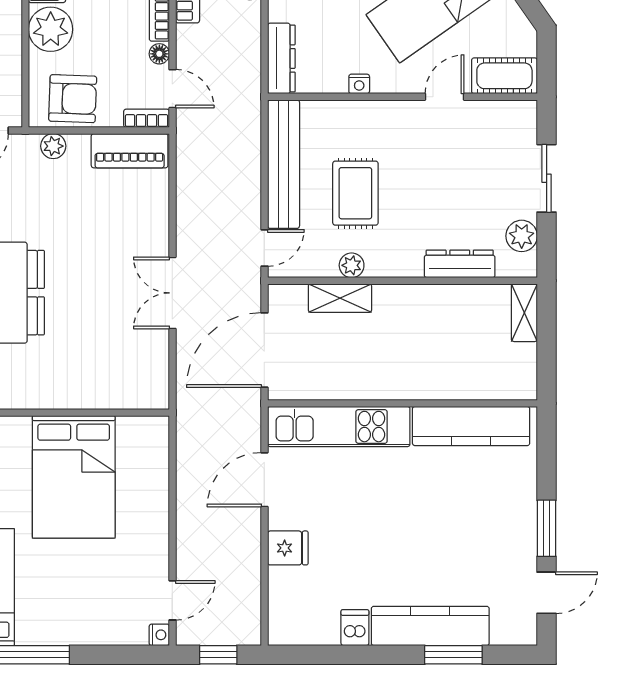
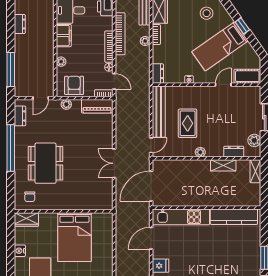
plant: (51, 29) -> (61, 62), width x0.53, depth x0.53
dresser: (281, 58) -> (158, 74), width x0.70
armchair: (73, 99) -> (74, 85), turned -92
dresser: (460, 264) -> (234, 152), width x0.70
plant: (352, 265) -> (200, 152), moved
shelving: (340, 298) -> (223, 165), moved

